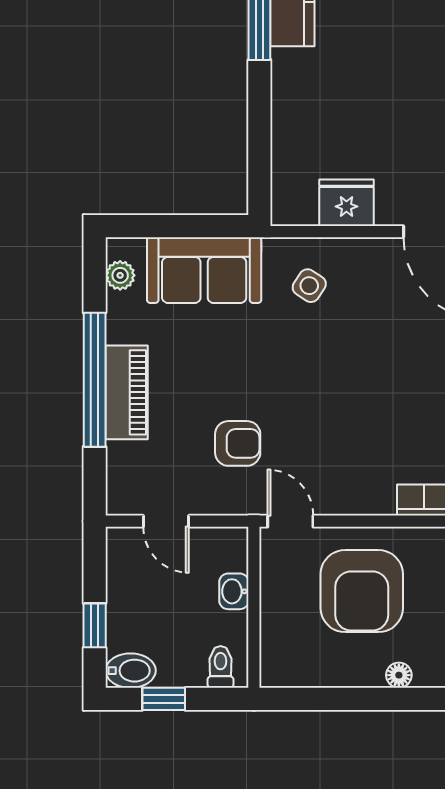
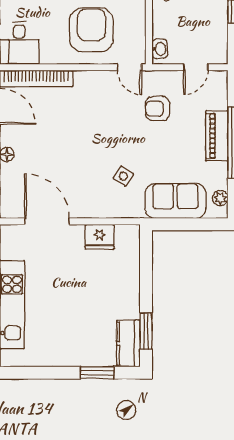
side table: (309, 286) -> (123, 176), moved
door: (166, 521) -> (196, 67), swing flipped
washbasin: (234, 591) -> (160, 49), moved

